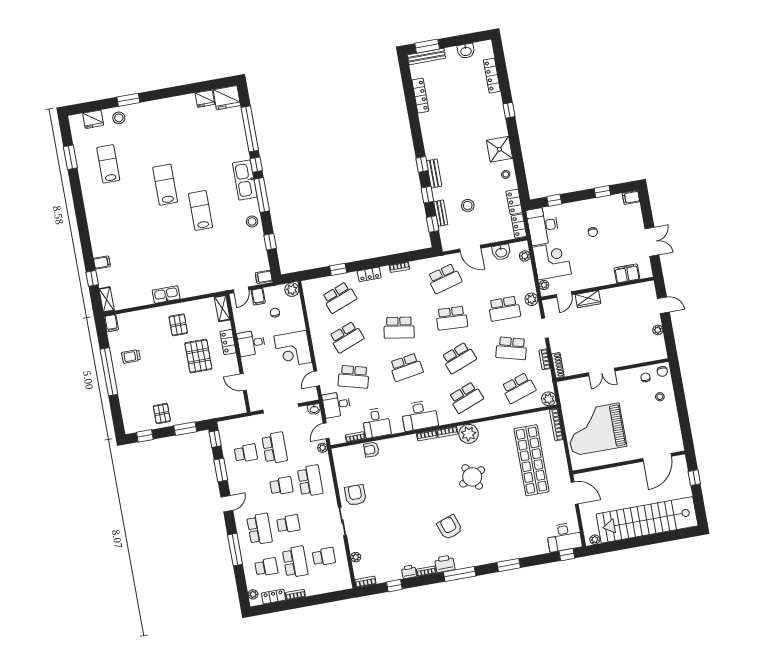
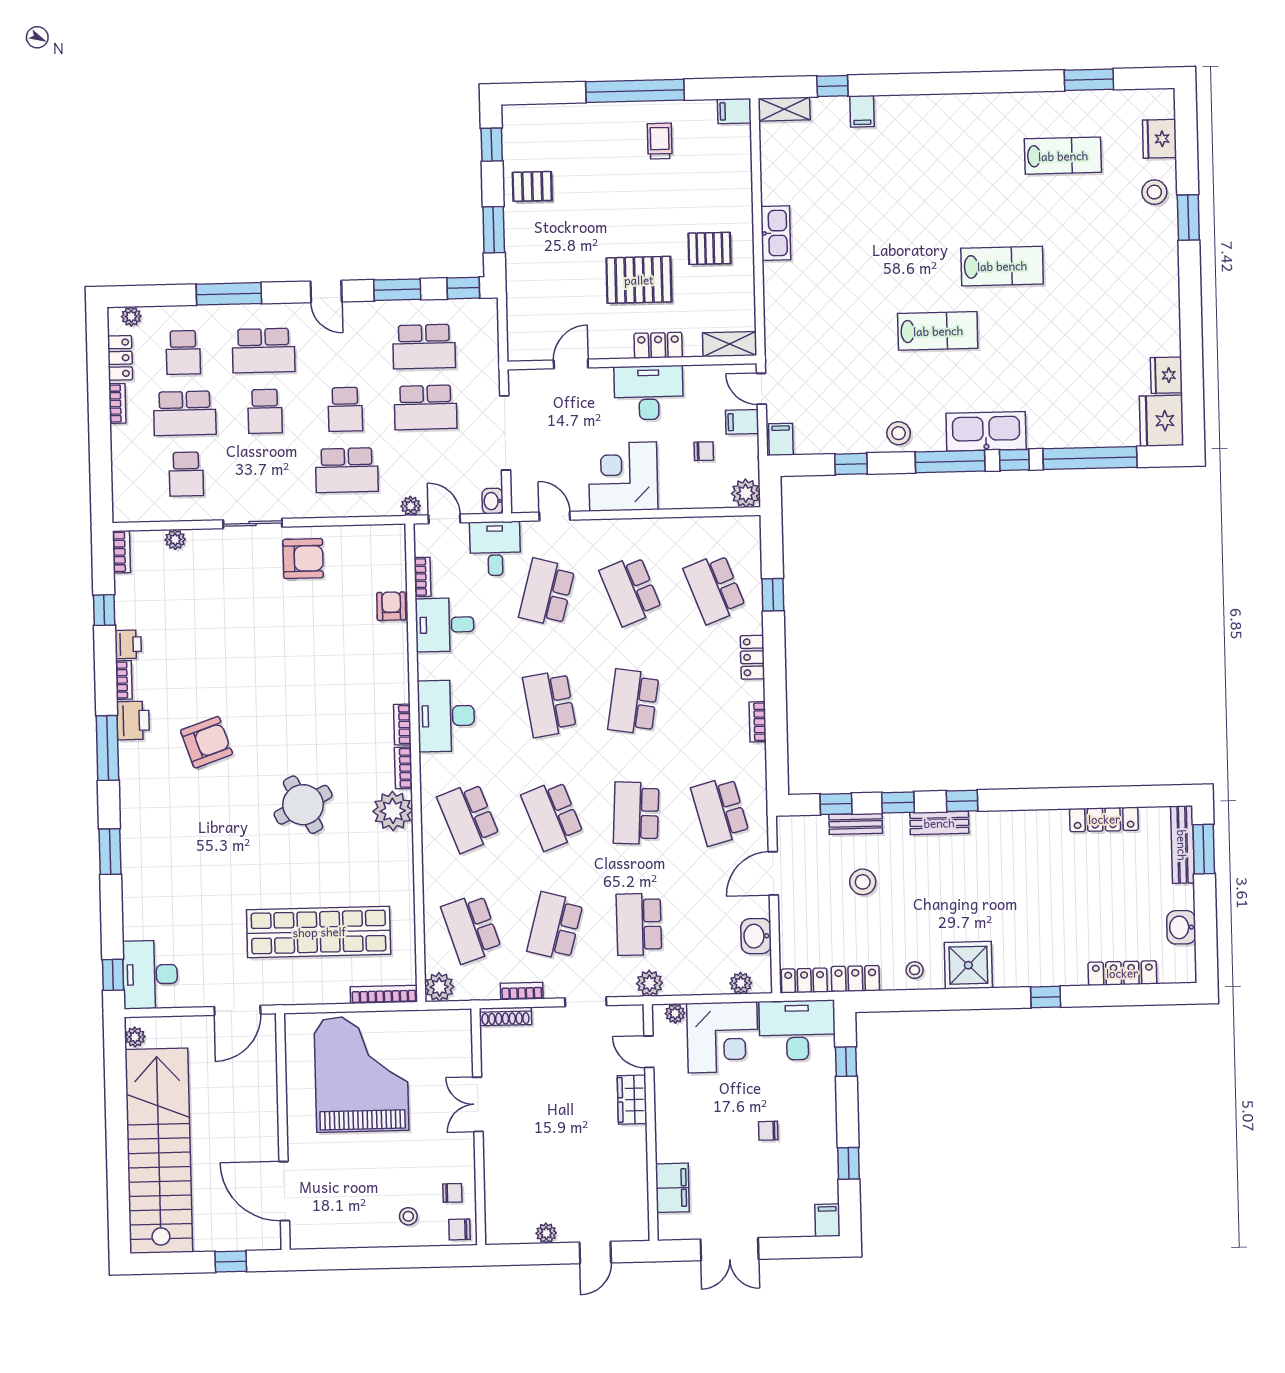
desk: (251, 343) -> (649, 393), width x1.37
school desk: (246, 453) -> (424, 347), width x1.85

